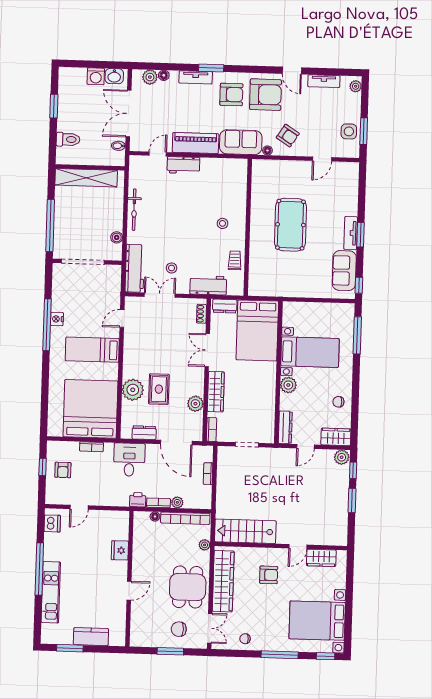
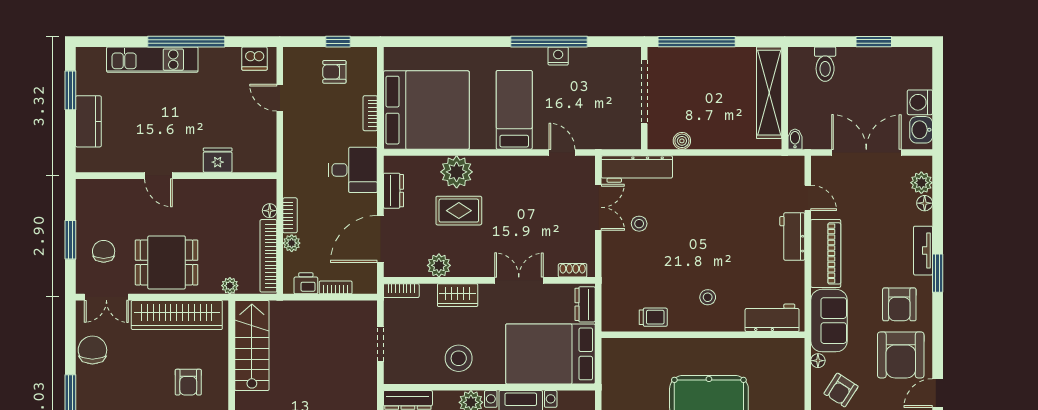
bidet: (118, 146) -> (795, 139), moved
bicycle: (134, 210) -> (724, 166), removed
workbench: (208, 285) -> (772, 318), moved, turned -90
wardrobe: (216, 392) -> (458, 295), width x0.67
stool: (258, 392) -> (459, 358), added
printer: (138, 500) -> (306, 283), moved, turned -90
chair: (245, 639) -> (92, 350), width x1.87, depth x1.87

